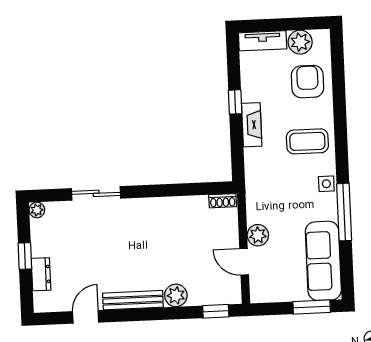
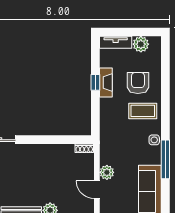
armchair: (308, 82) -> (138, 83), moved
fireplace: (252, 125) -> (106, 83), moved

